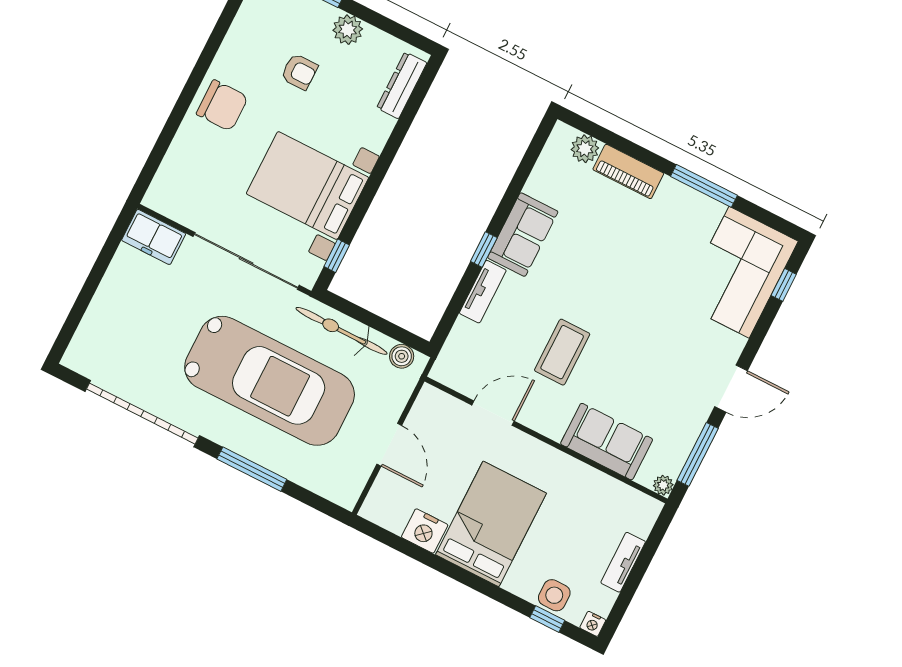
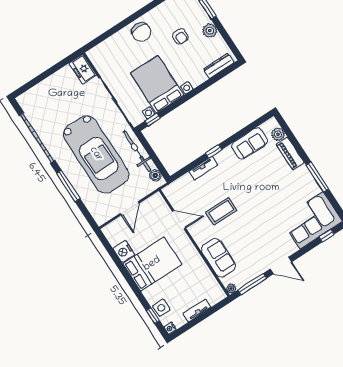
sofa: (523, 235) -> (250, 143), moved

